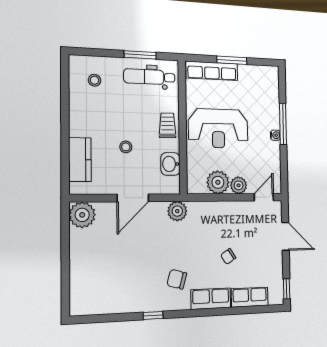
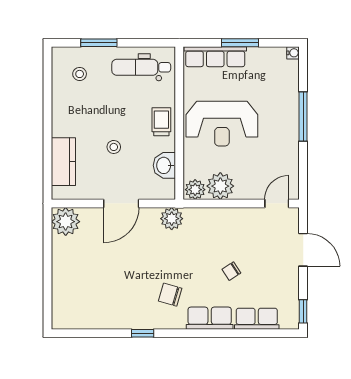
window: (140, 55) -> (99, 43), moved
water cooler: (275, 135) -> (293, 53), moved
plant: (239, 185) -> (195, 190), moved

